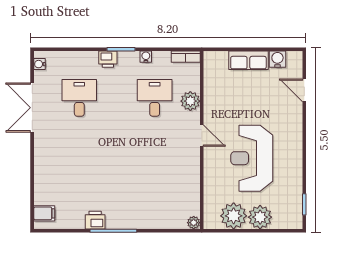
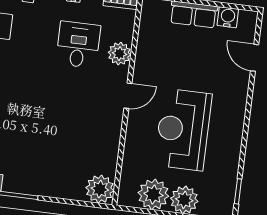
door: (202, 136) -> (128, 96), hinge flipped
plant: (194, 223) -> (100, 189), width x1.88, depth x1.88

